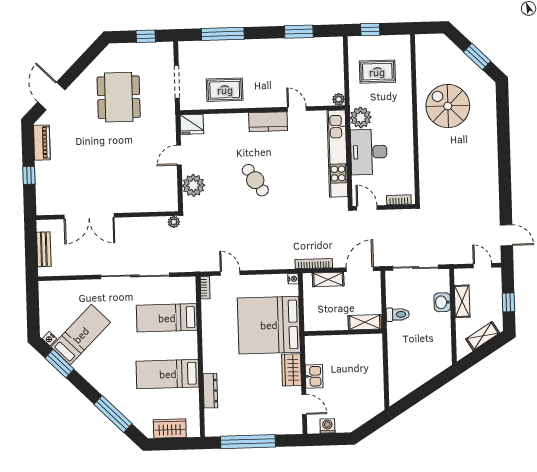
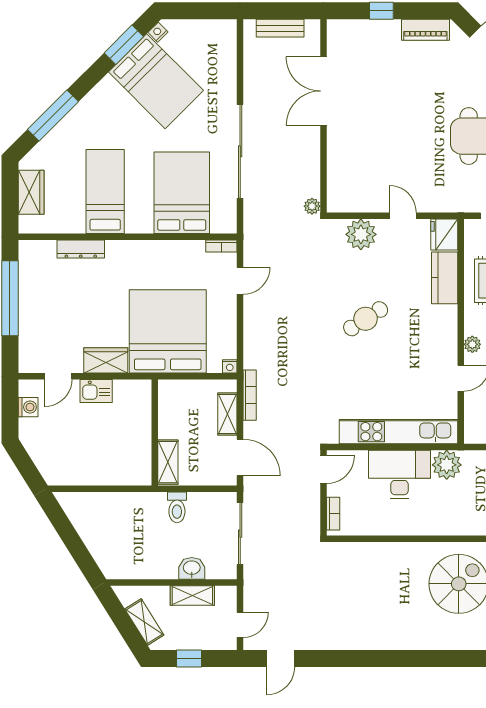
plant: (339, 99) -> (472, 344), moved
kitchen counter: (268, 122) -> (445, 278), moved
bed: (167, 318) -> (182, 193), width x1.50
bed: (81, 335) -> (156, 81), width x1.50

